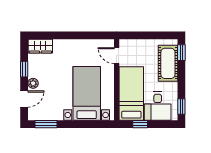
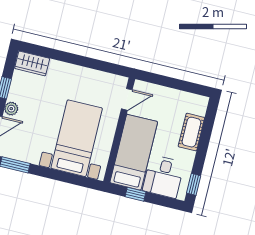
window: (181, 53) -> (210, 116), removed
door: (117, 56) -> (127, 99), swing flipped
cot: (168, 63) -> (191, 132), width x0.73, depth x0.75

